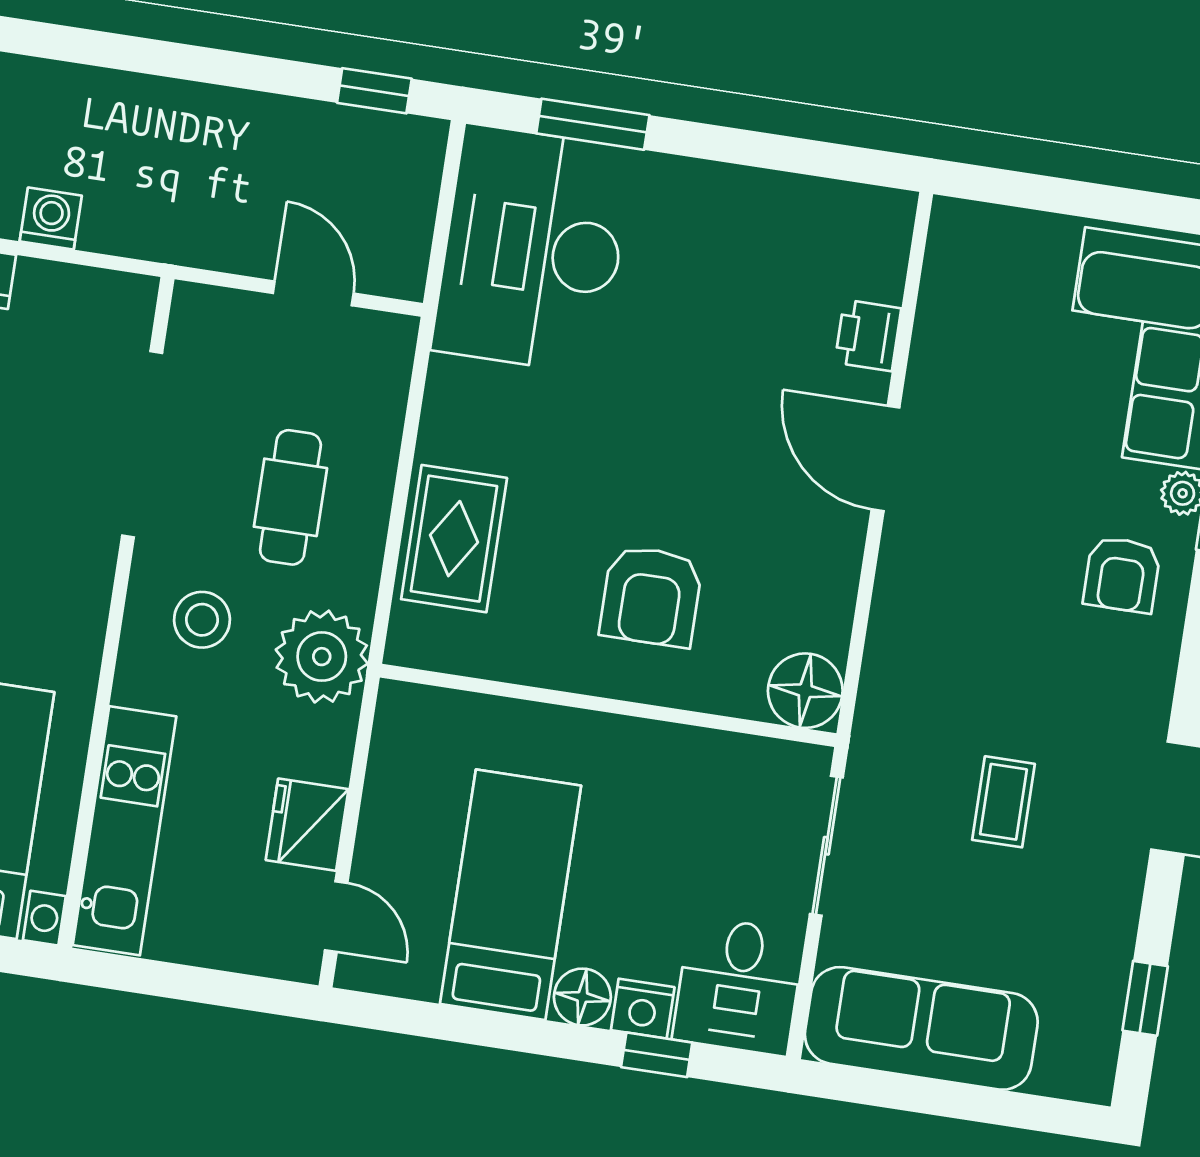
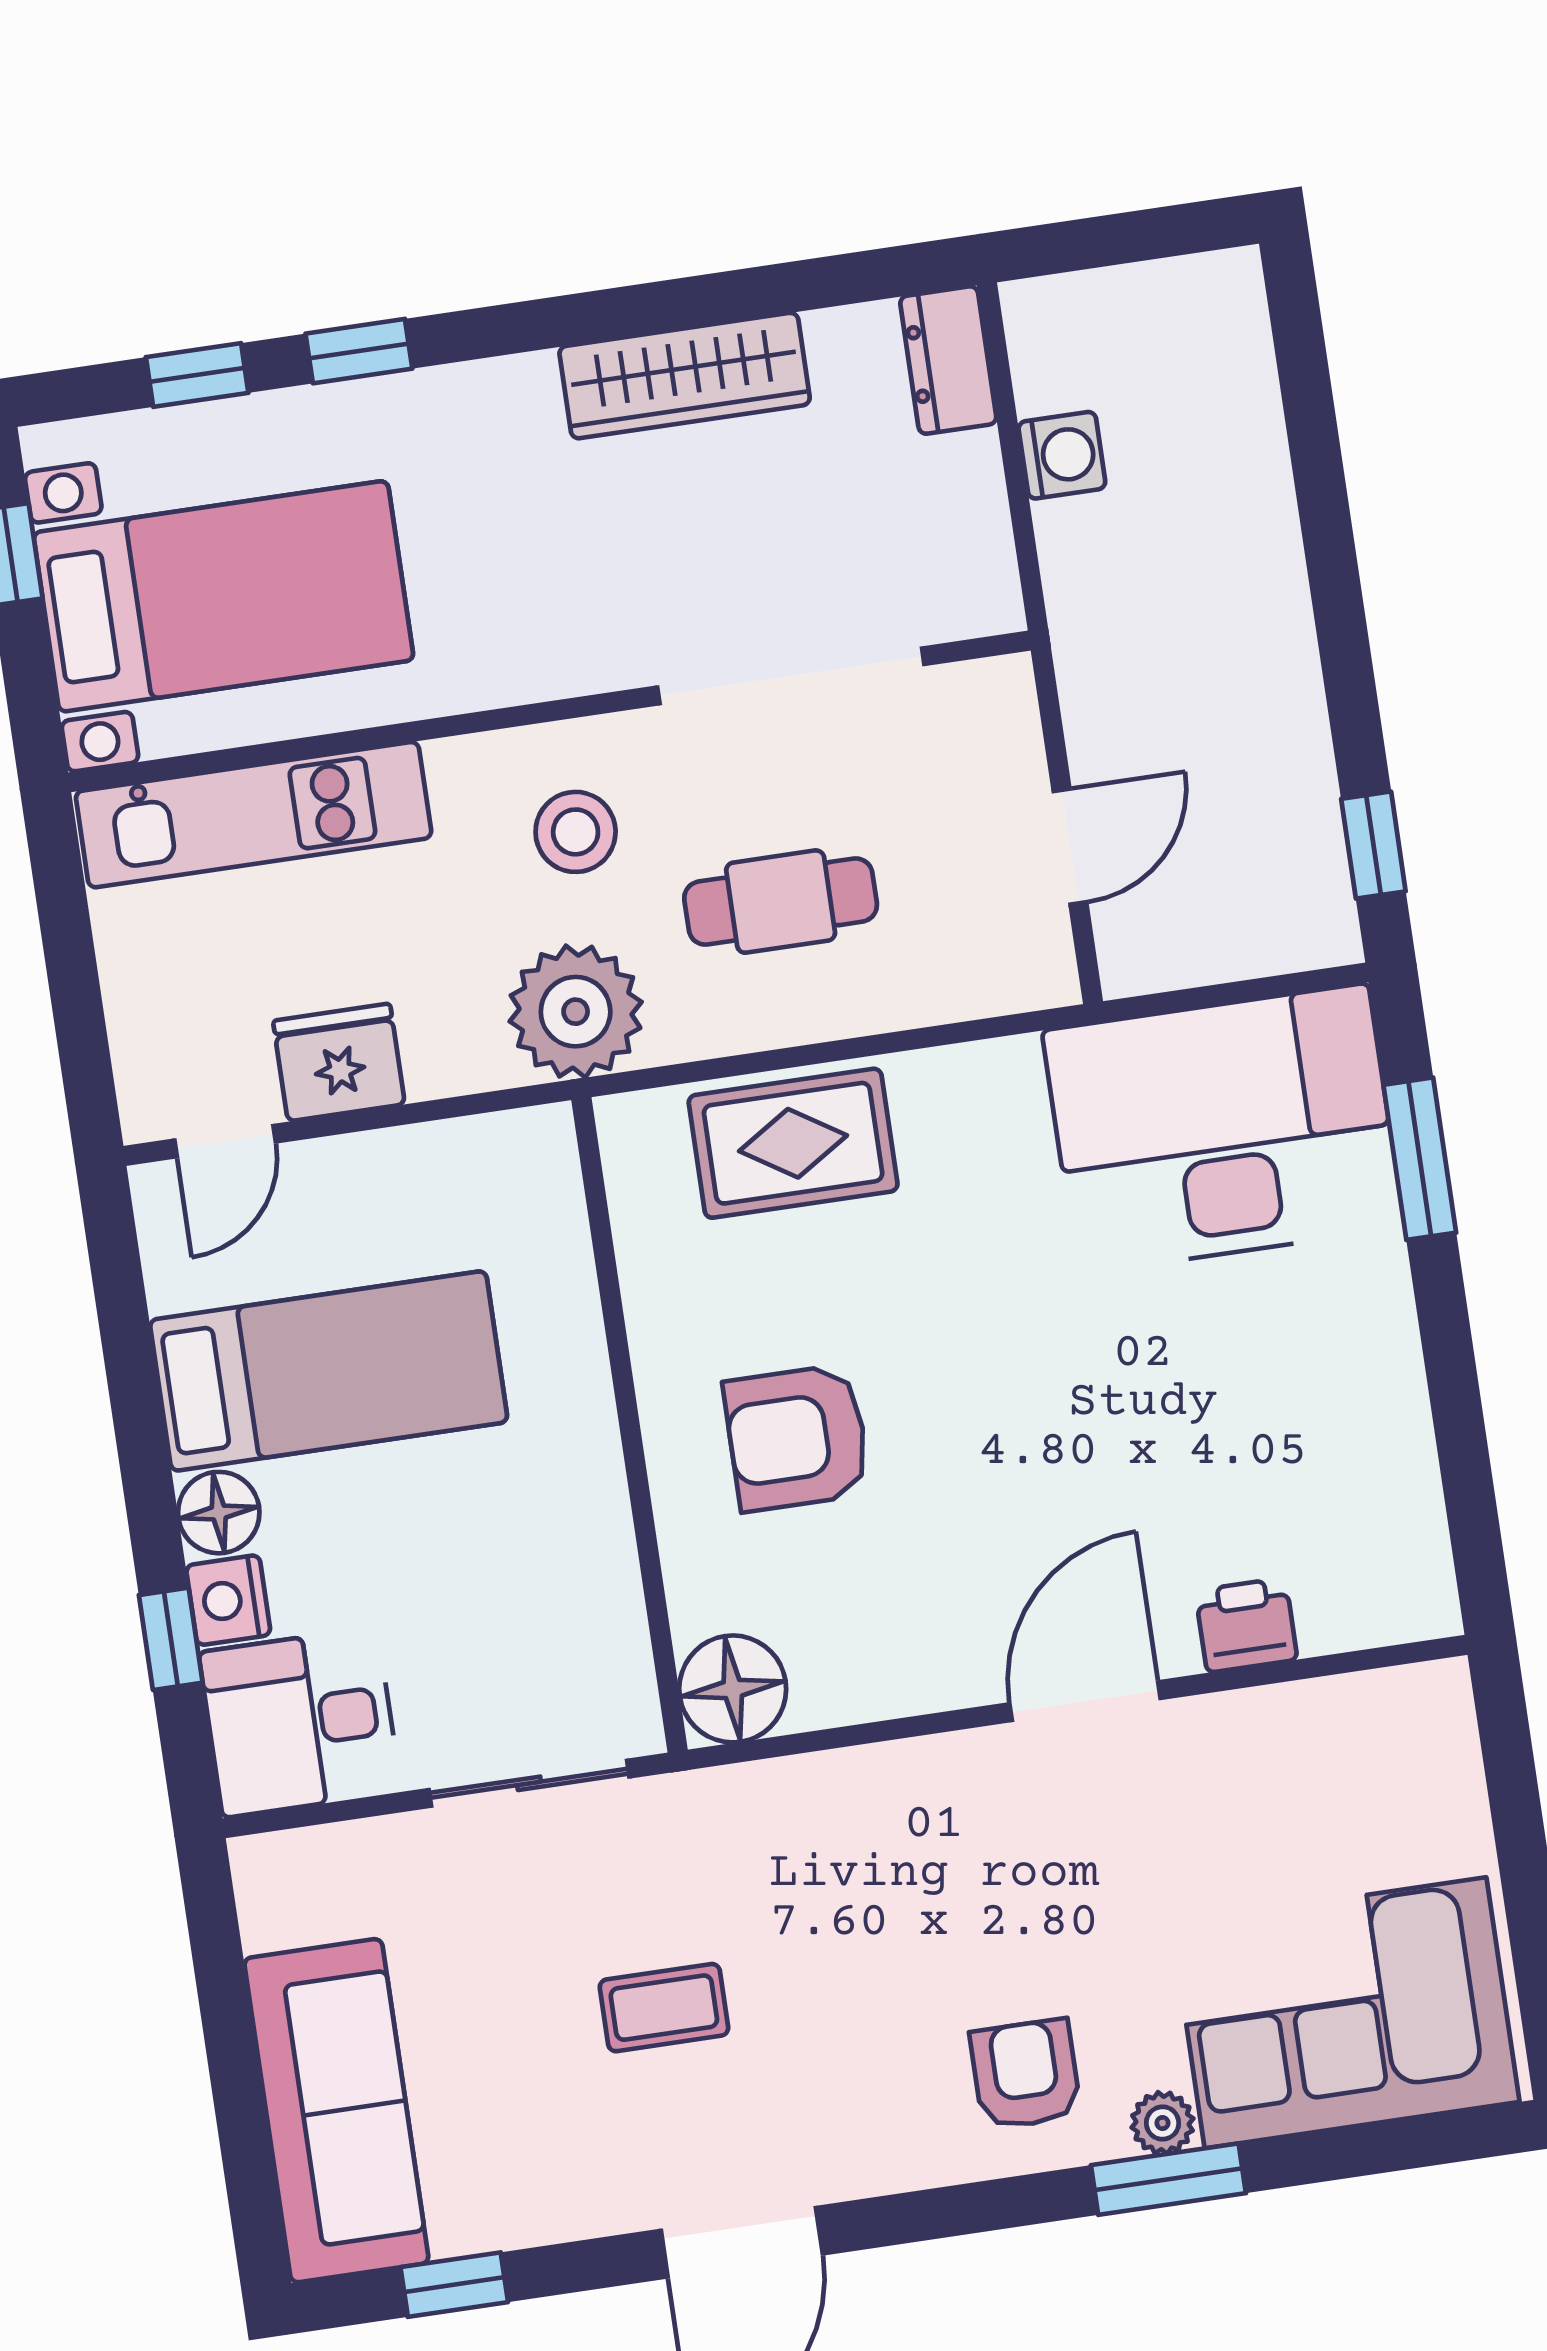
armchair: (1122, 575) -> (1025, 2074), turned 90
sofa: (921, 1028) -> (336, 2111), moved

